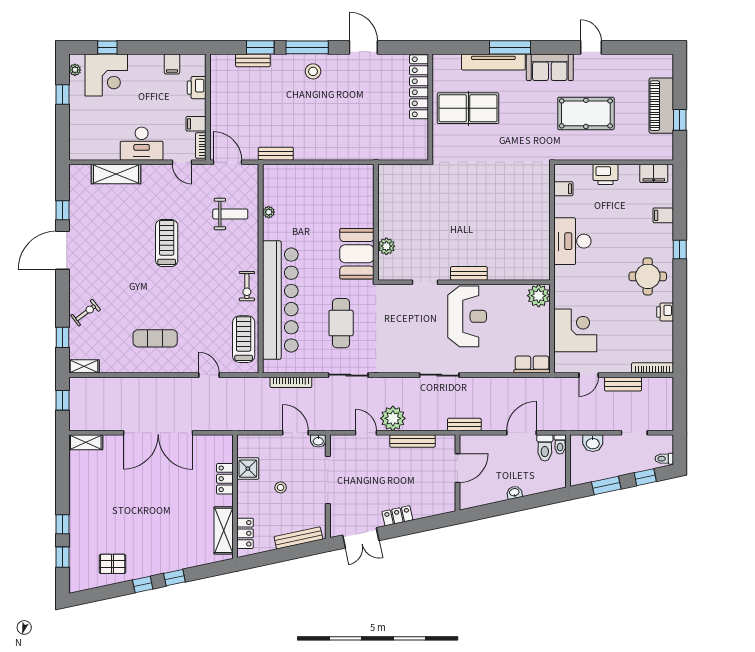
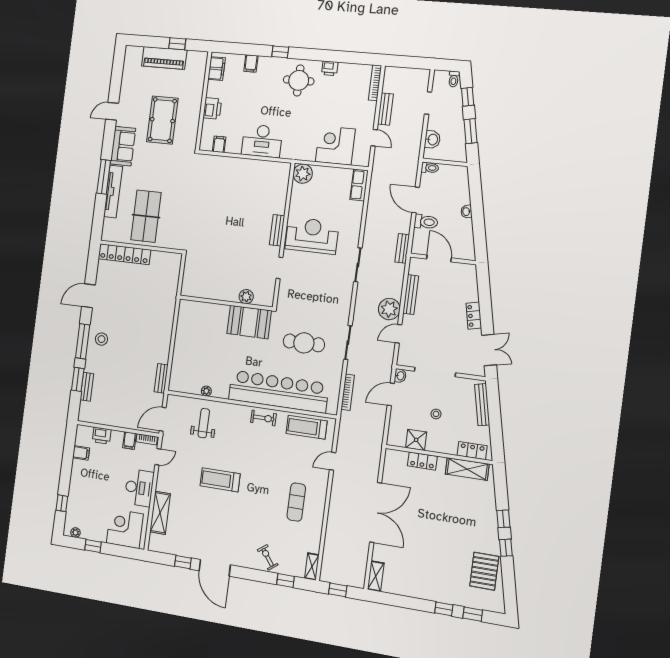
corner desk: (106, 75) -> (125, 529), moved, turned -90
toilet: (545, 448) -> (426, 222), moved
pallet: (113, 564) -> (484, 571), width x1.50, depth x1.42

